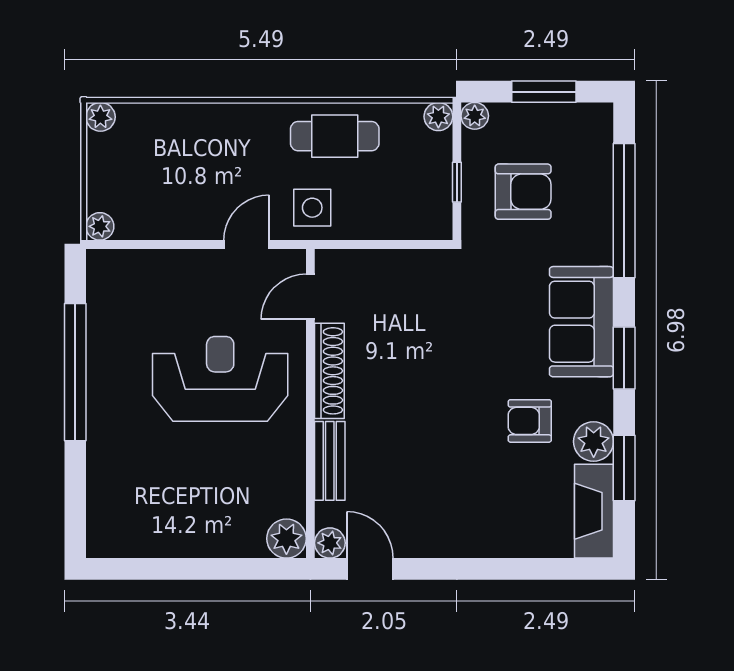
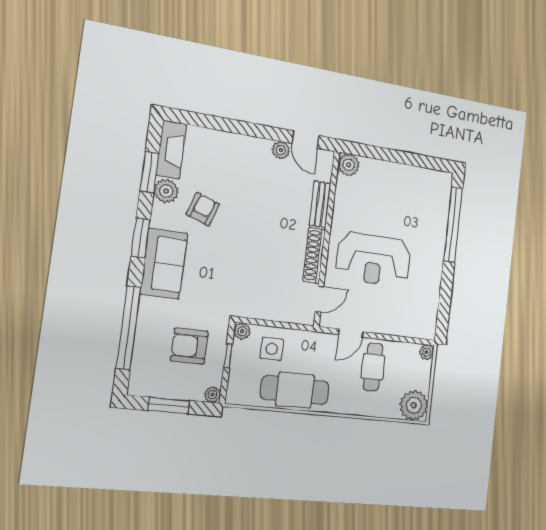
plant: (100, 117) -> (414, 405), width x1.88, depth x1.88
plant: (438, 117) -> (242, 331), moved
cafe table: (335, 136) -> (295, 390), width x1.37, depth x1.35
cafe table: (198, 190) -> (373, 367), added
side table: (312, 208) -> (272, 349), moved
window: (75, 372) -> (453, 225), moved
armchair: (530, 421) -> (203, 209), turned -71
plant: (330, 543) -> (281, 150), moved

